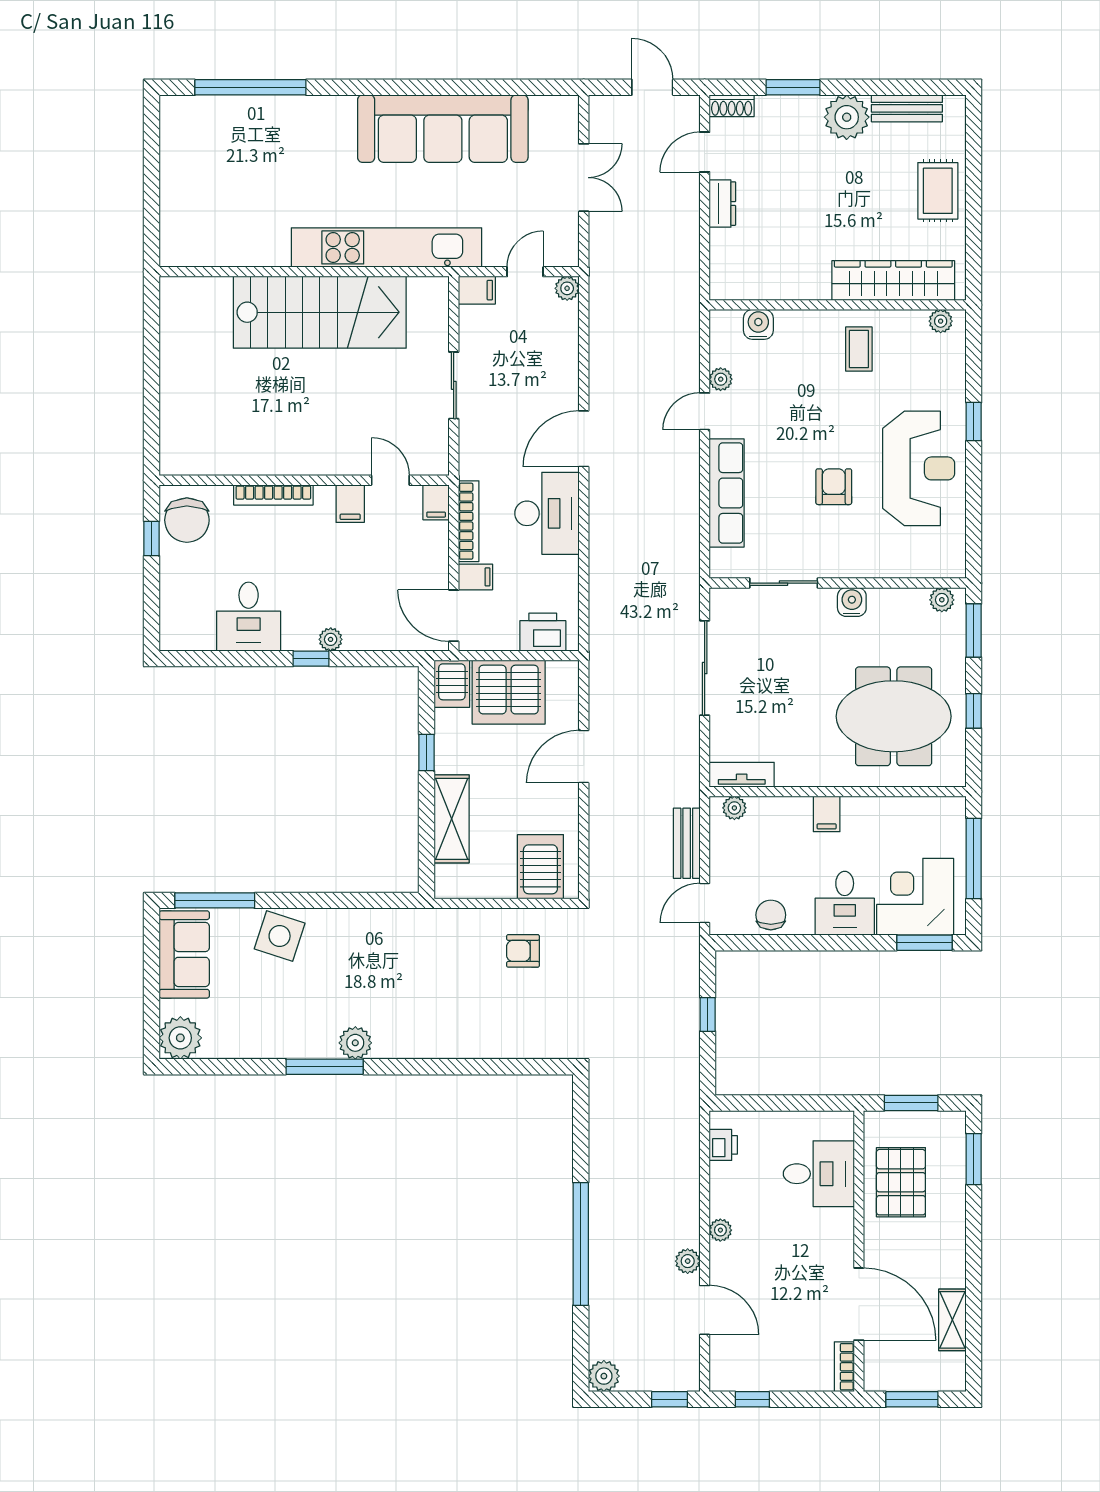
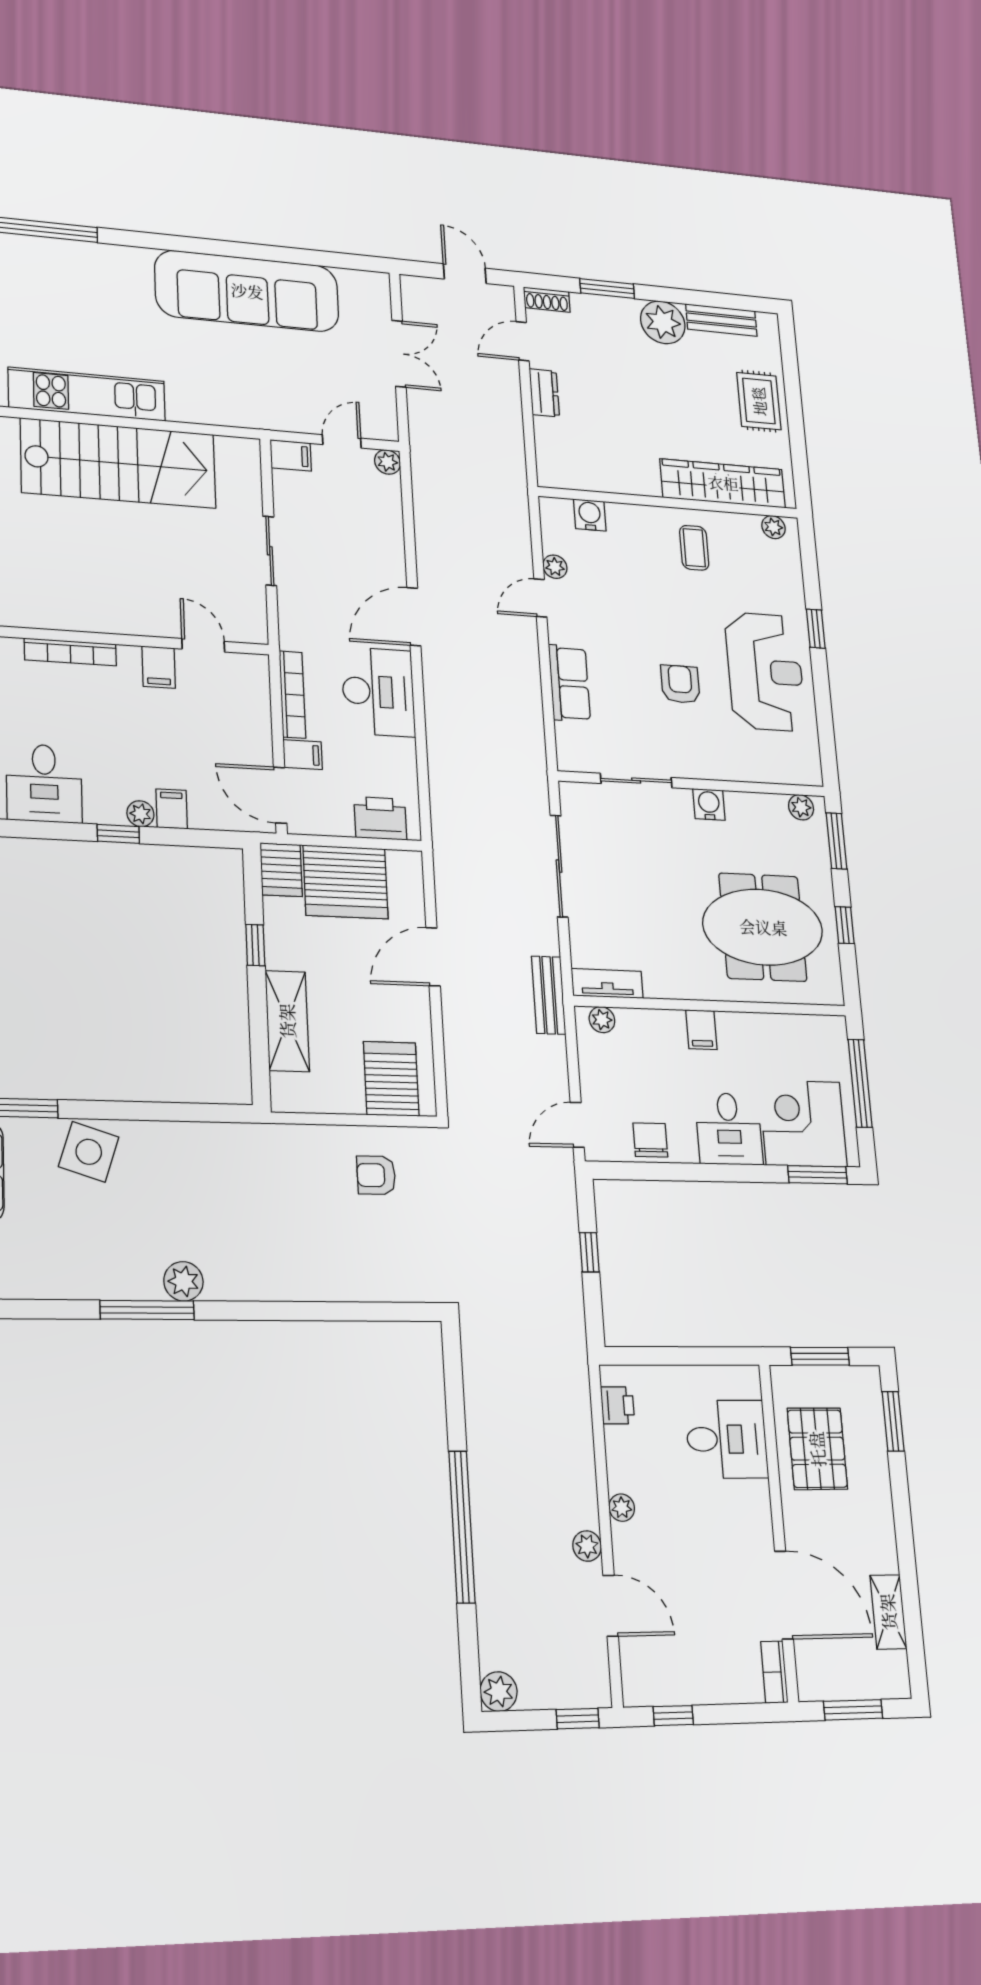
kitchen unit: (387, 247) -> (87, 394), moved, width x0.73
row of seats: (727, 493) -> (569, 683), width x0.68
filing cabinet: (436, 502) -> (172, 809), moved, turned 180
bench: (687, 843) -> (549, 995), moved

